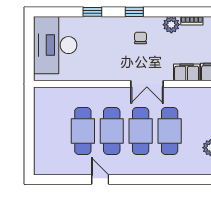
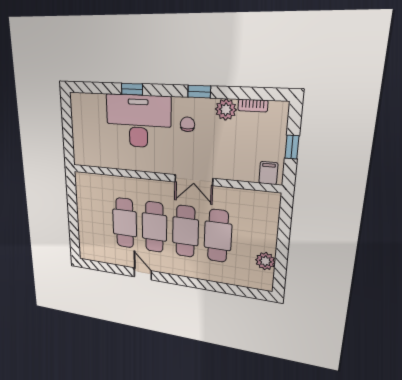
window: (134, 12) -> (199, 92), moved
desk: (55, 45) -> (138, 121), moved, turned 90
filing cabinet: (187, 72) -> (242, 171), removed

